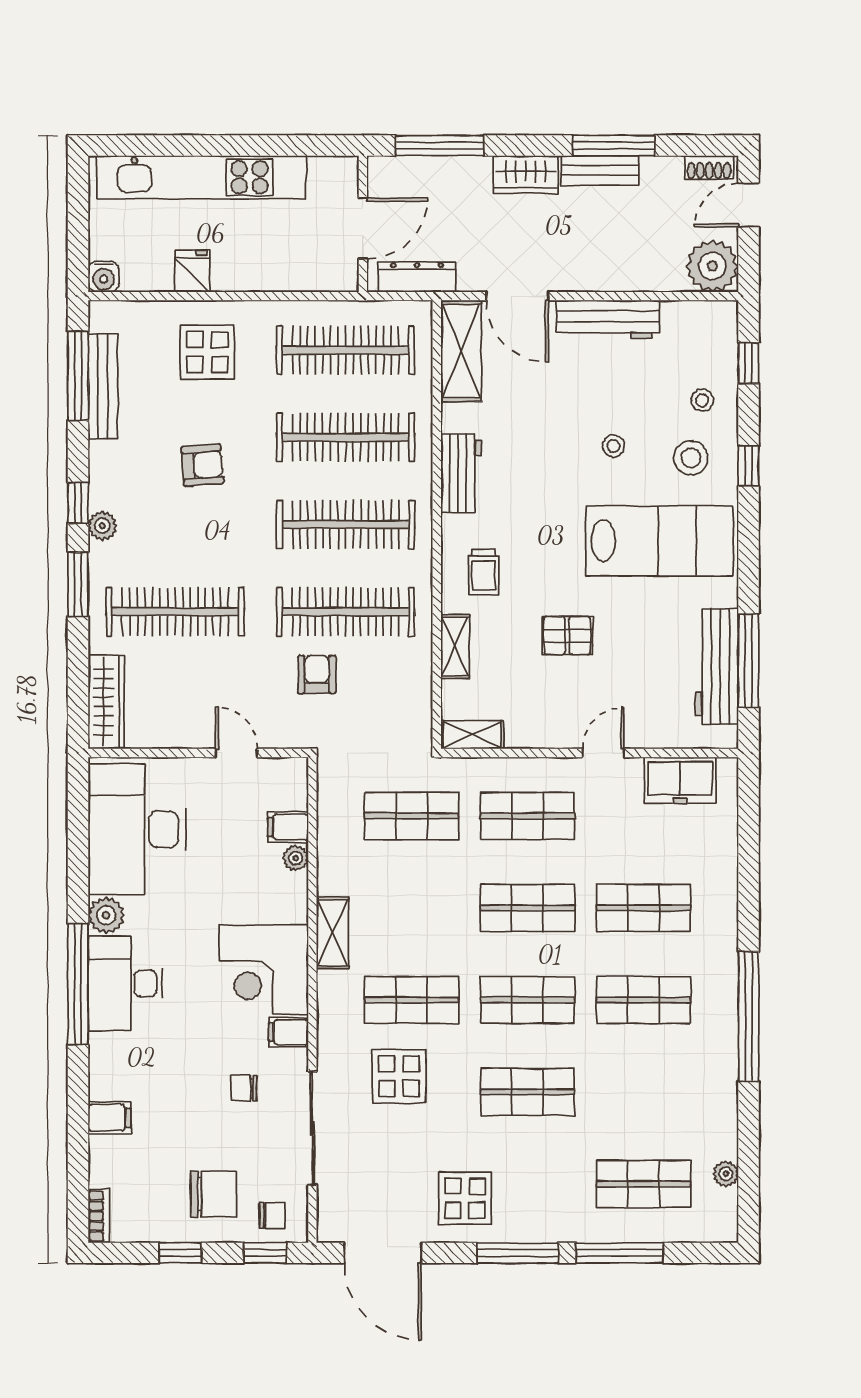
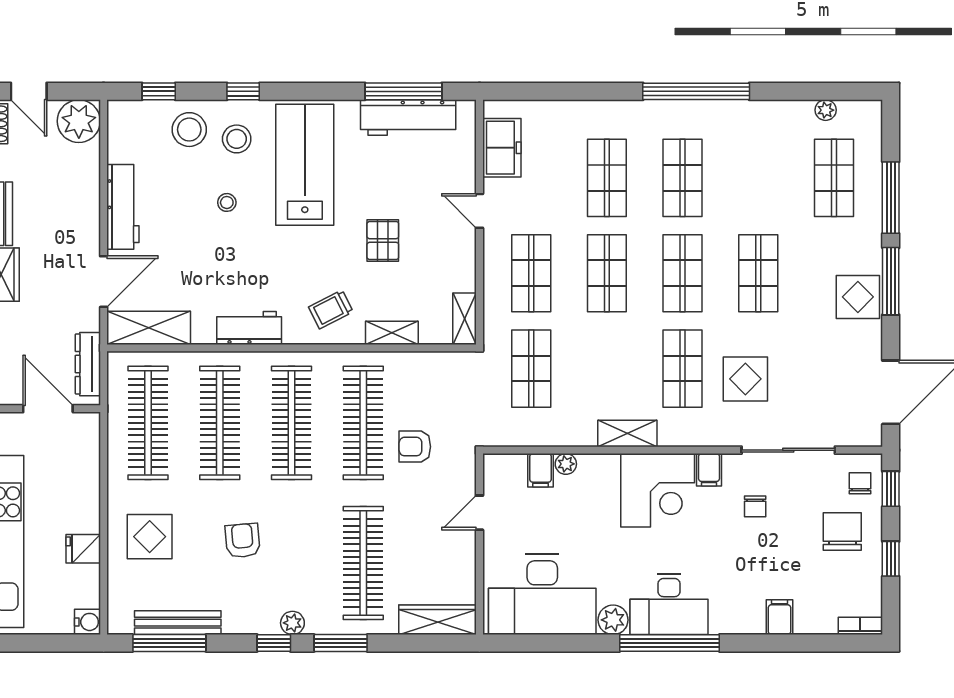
stool: (702, 400) -> (189, 130), width x1.89, depth x1.89
trolley: (484, 572) -> (331, 309), turned 153
display table: (465, 1198) -> (858, 297), moved

